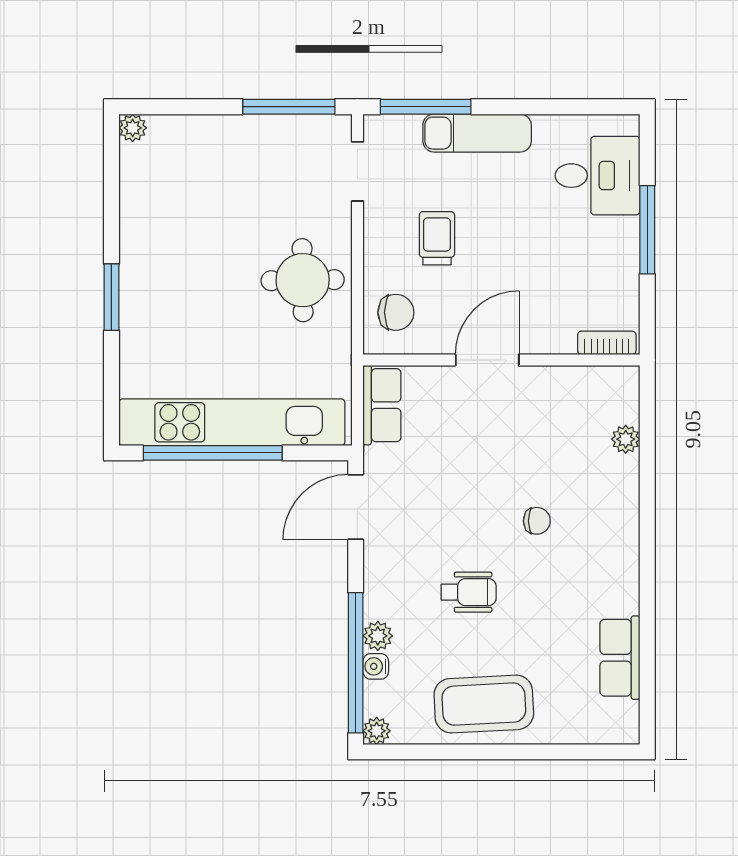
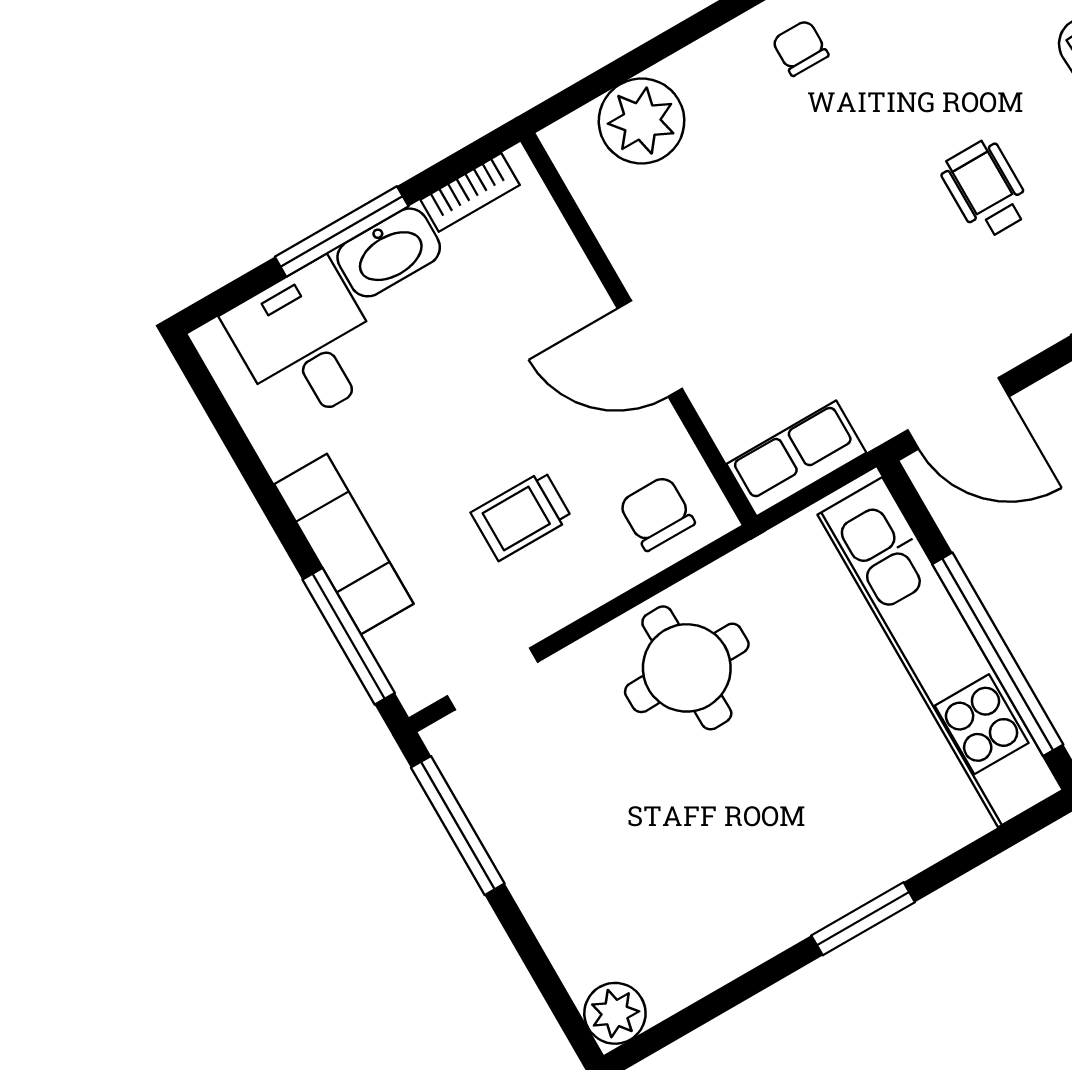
plant: (133, 128) -> (615, 1013), width x1.38, depth x1.38
washbasin: (621, 249) -> (389, 252), added
bookcase: (607, 343) -> (470, 192), moved, turned -90
plant: (626, 439) -> (642, 121), width x1.88, depth x1.88
chair: (537, 521) -> (800, 48), moved

